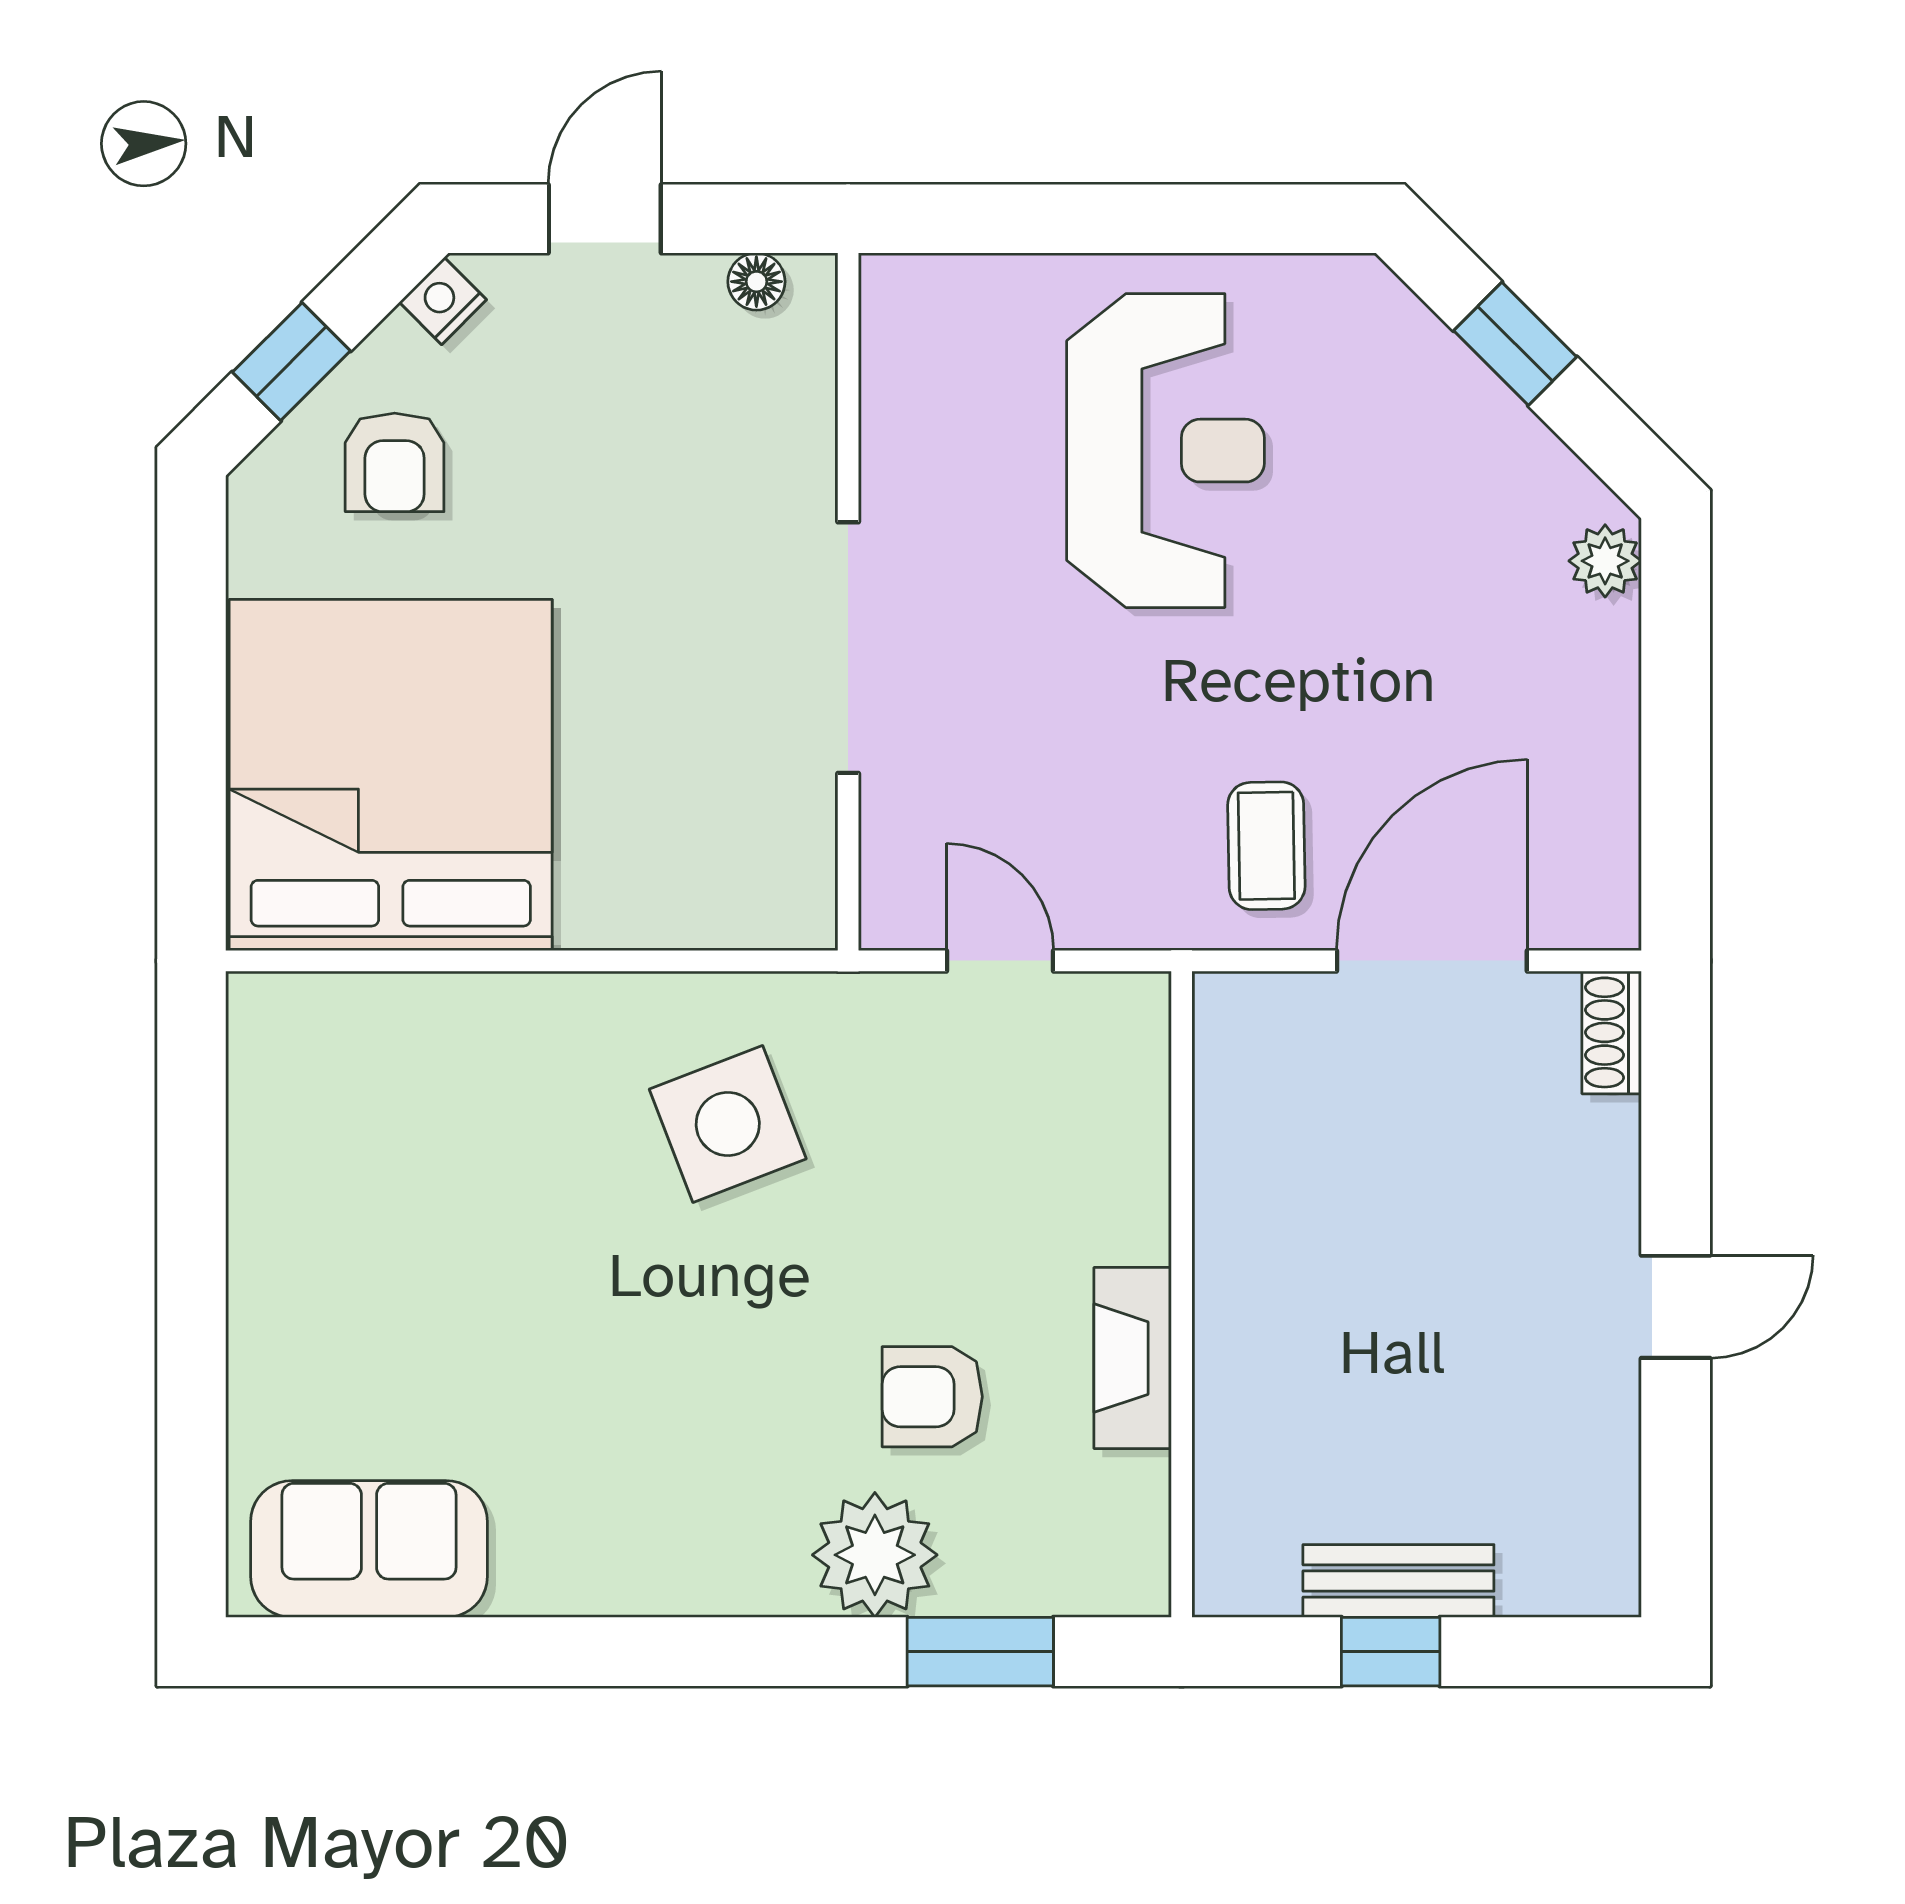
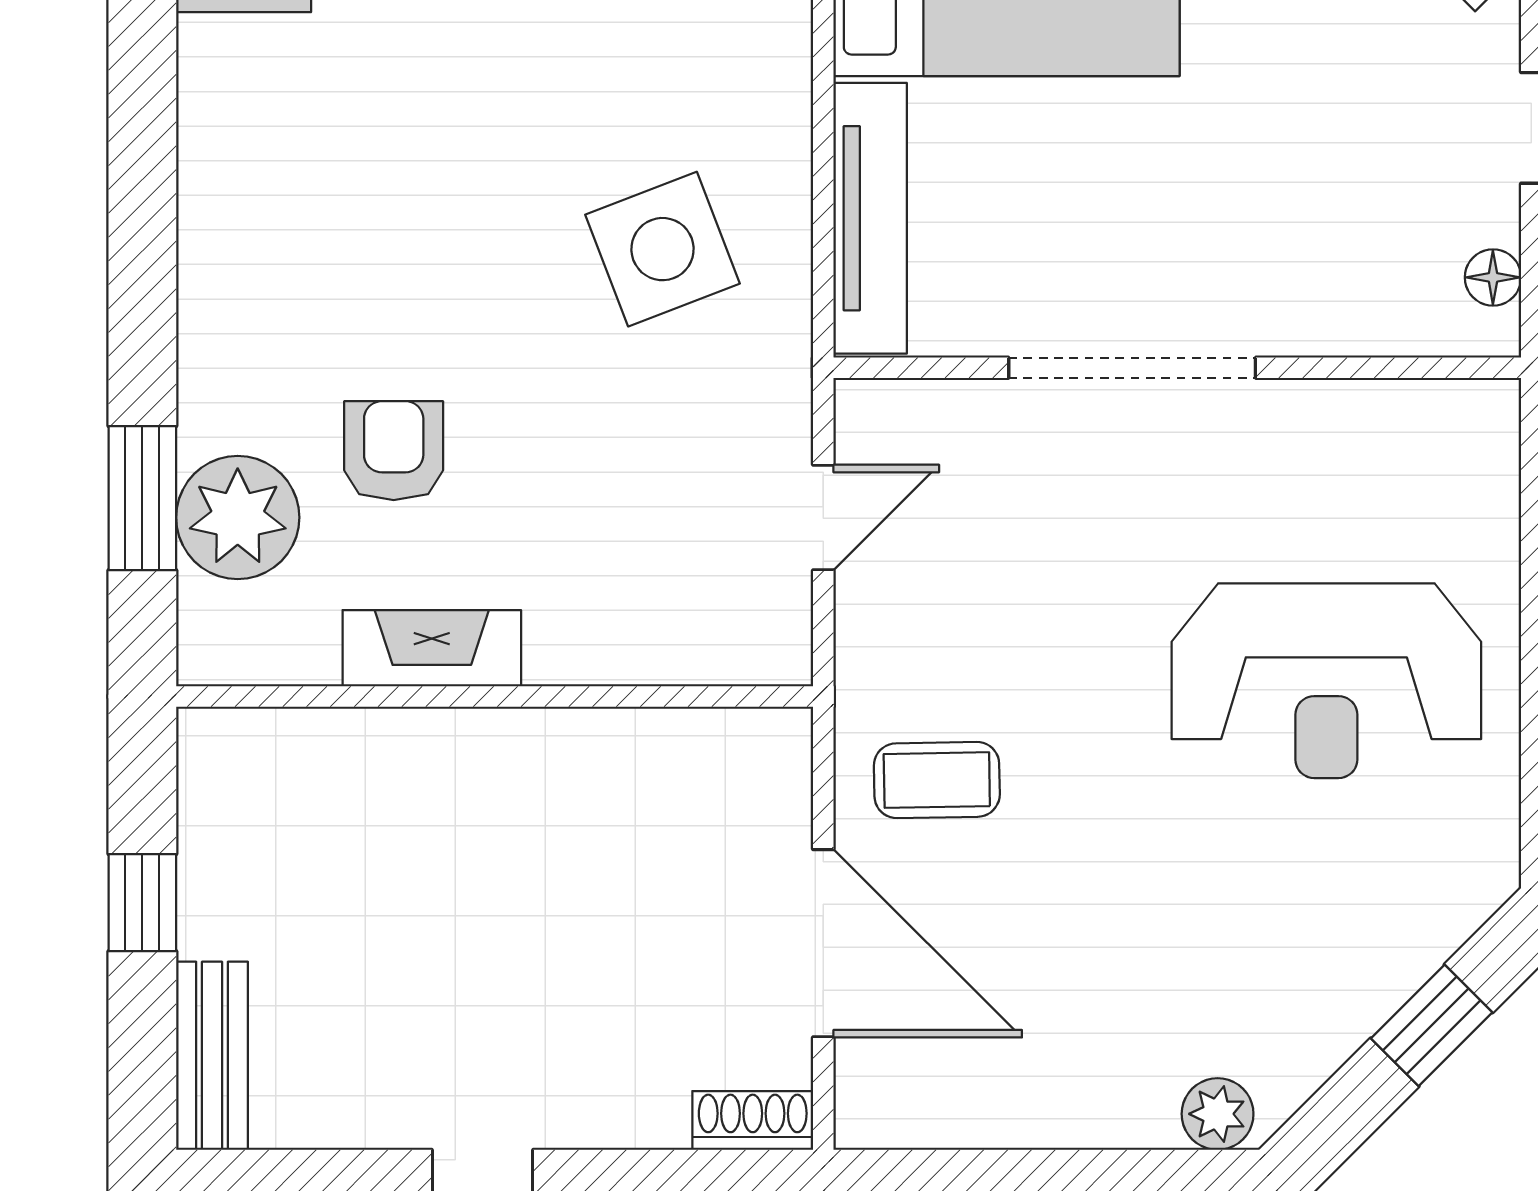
tv unit: (696, 913) -> (870, 218), added
plant: (875, 1555) -> (238, 517), moved
bench: (1398, 1581) -> (212, 1056), moved

